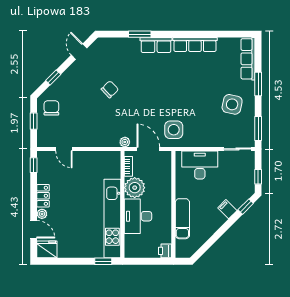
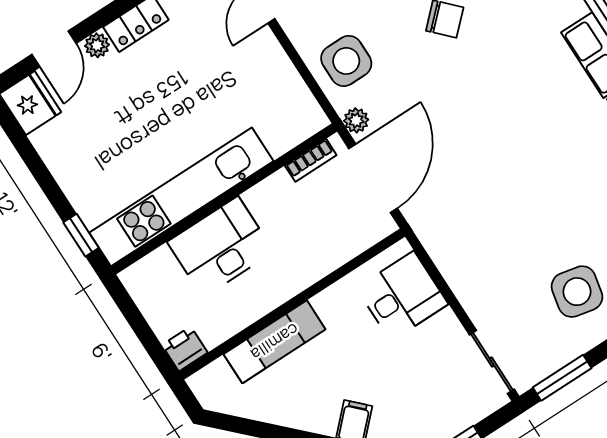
side table: (174, 130) -> (346, 61), moved
door: (148, 149) -> (373, 178), width x1.36
desk: (200, 165) -> (402, 296), width x0.73
plant: (135, 188) -> (275, 202), removed

